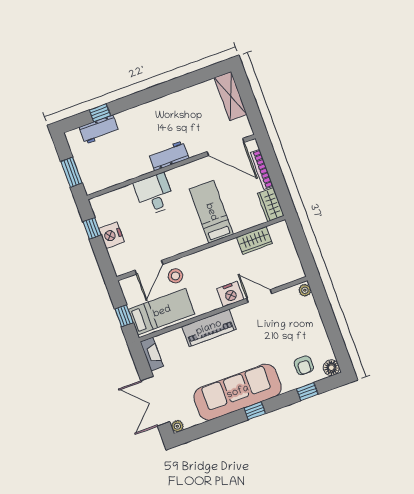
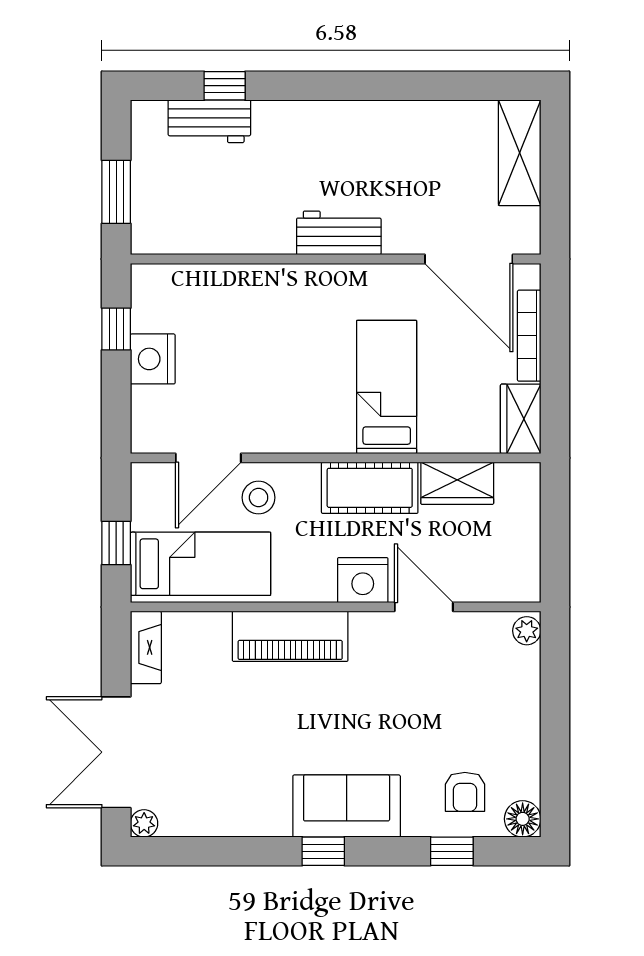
desk: (154, 194) -> (278, 304), removed
cot: (219, 255) -> (370, 488), added
sofa: (238, 392) -> (347, 806), width x0.54, depth x0.79

